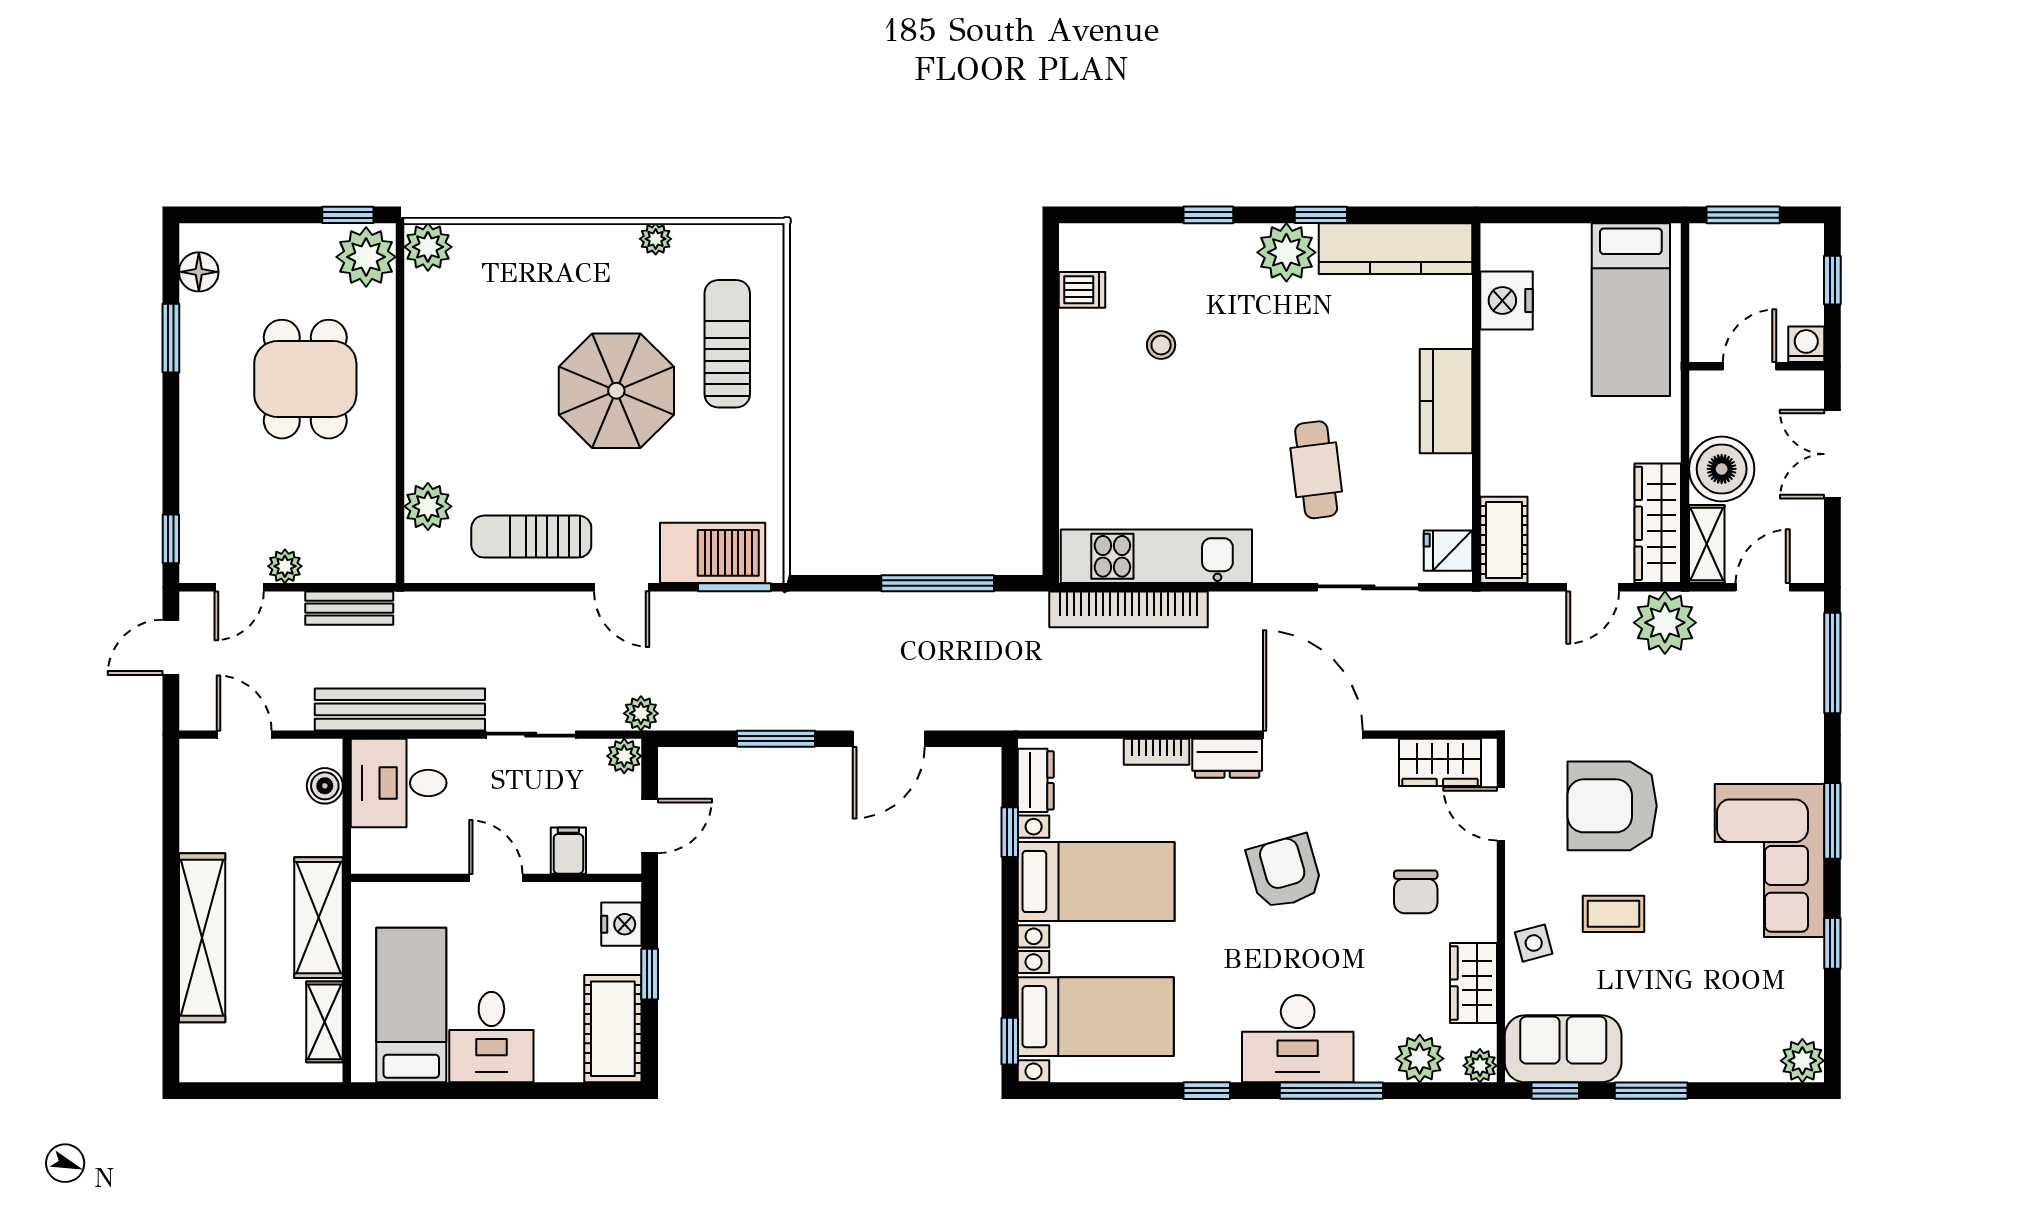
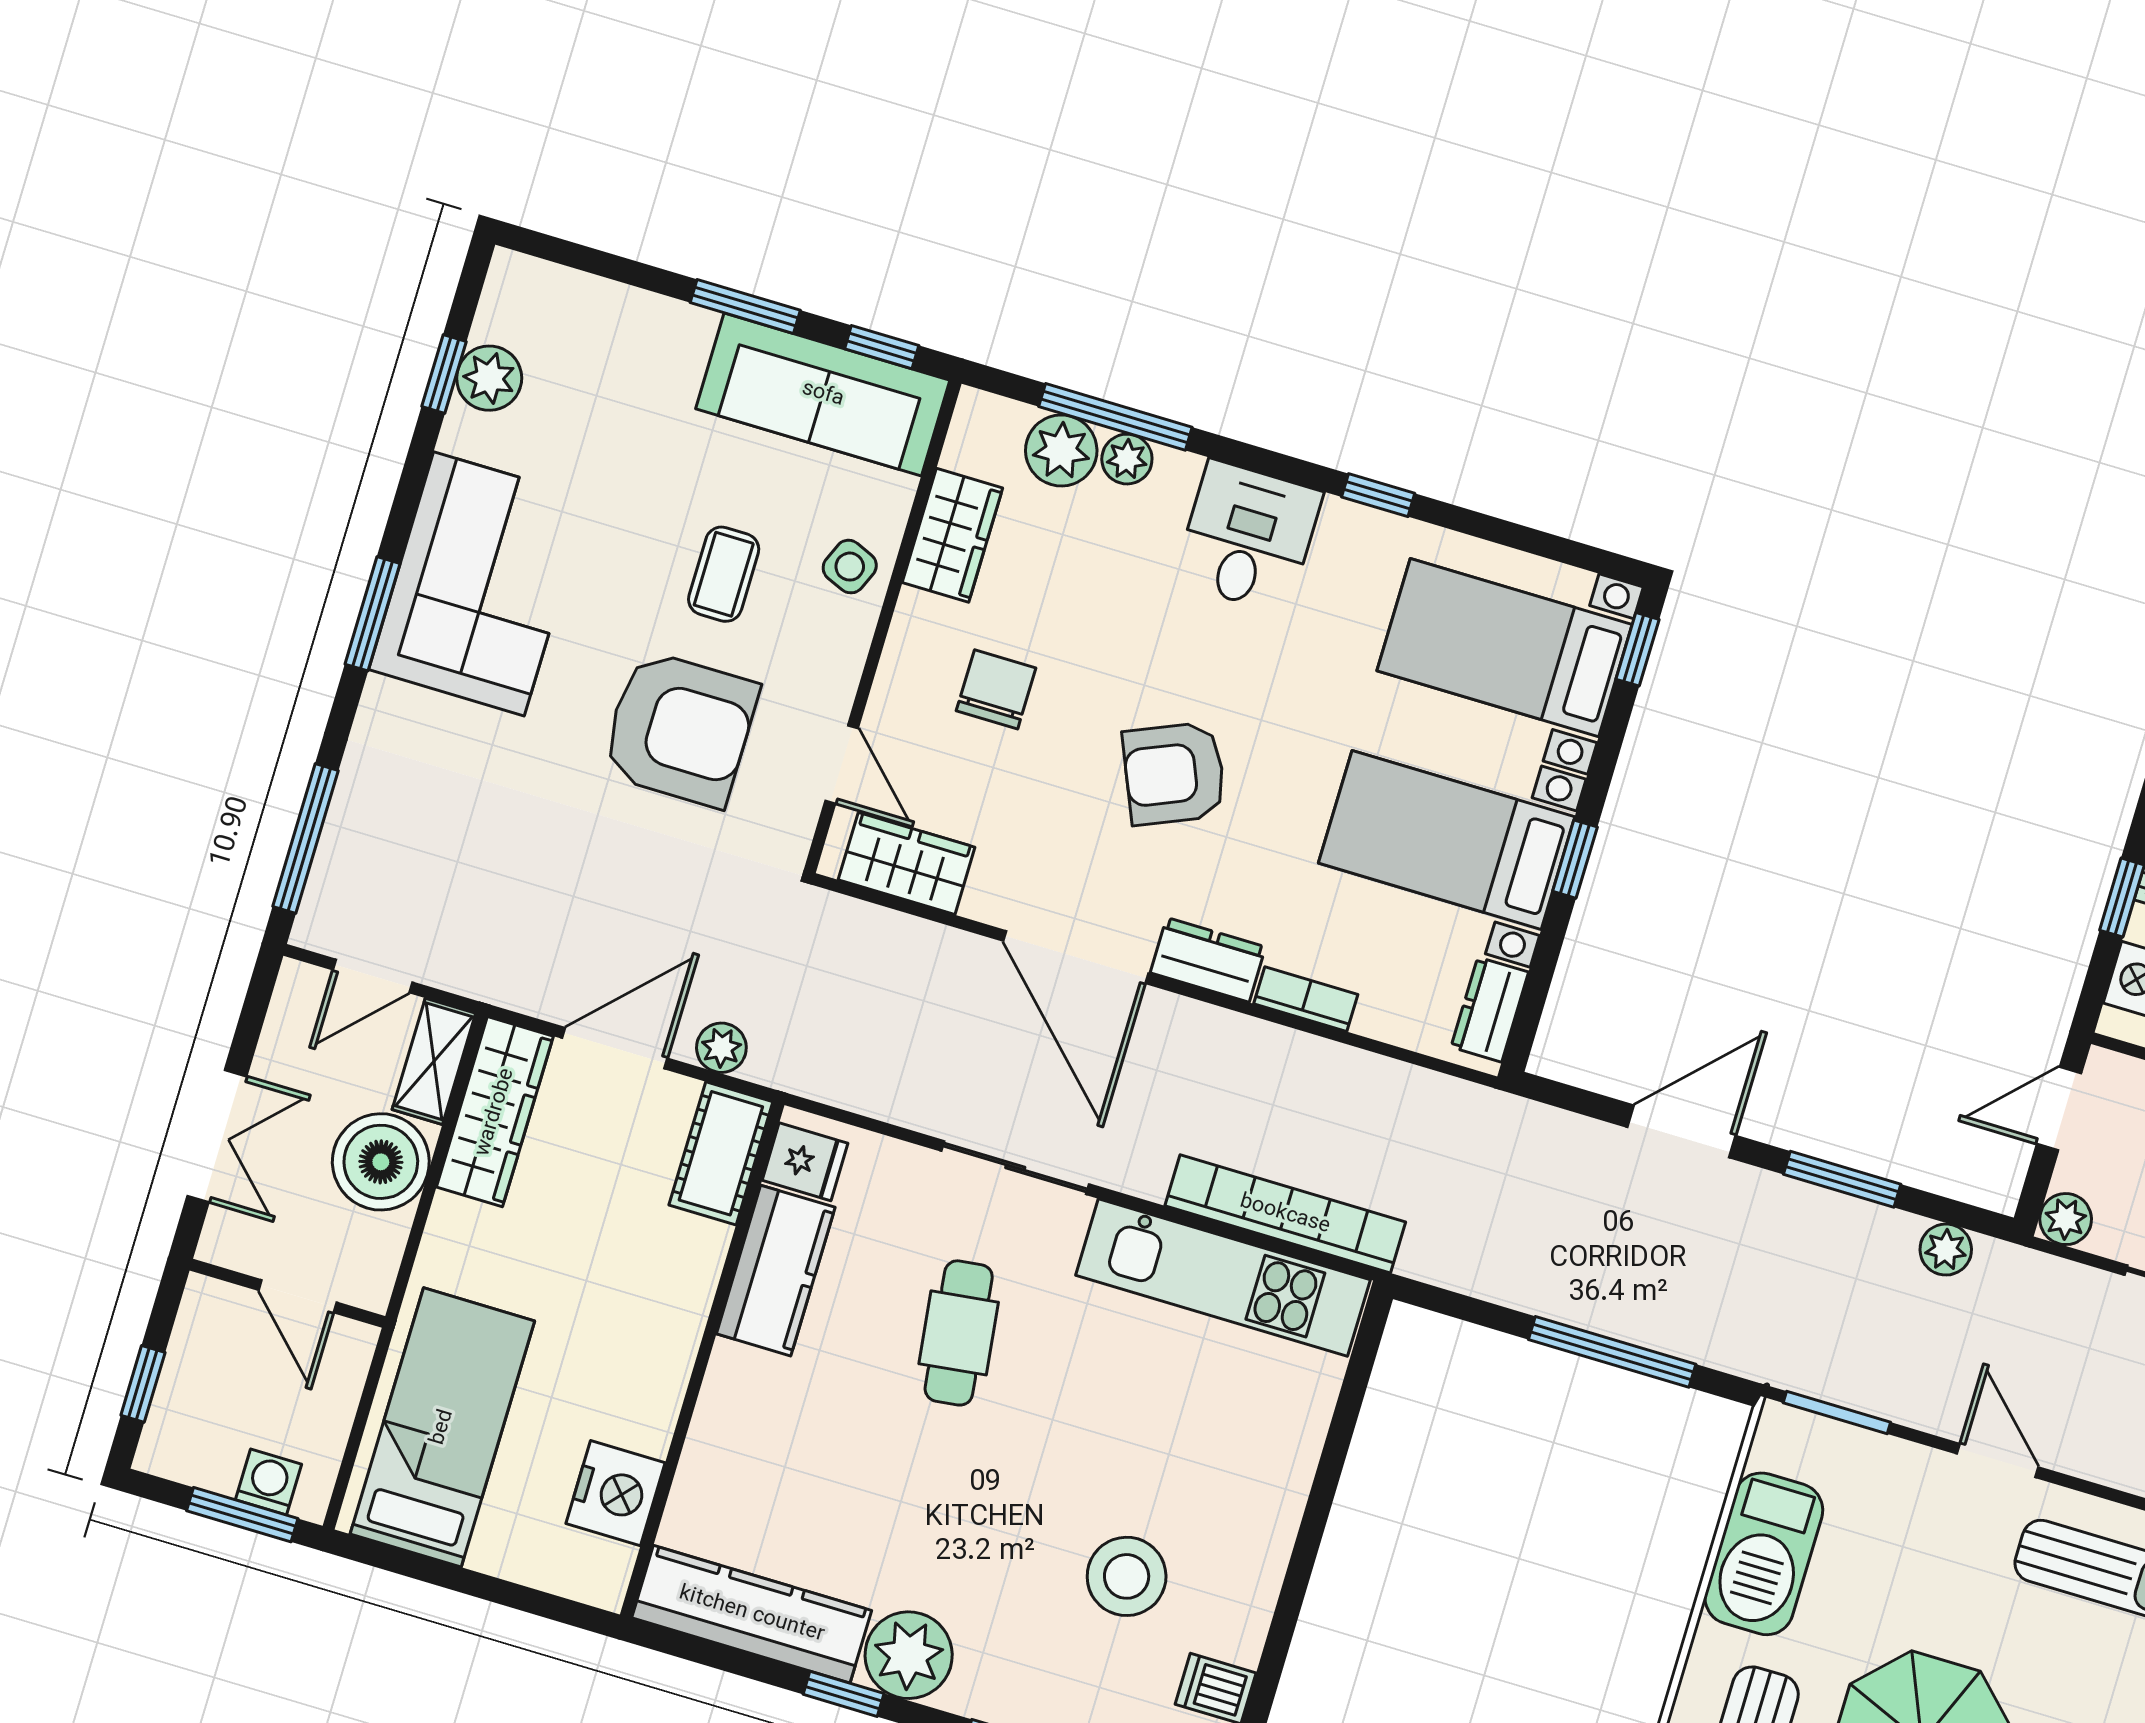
washing machine: (1806, 344) -> (269, 1482), moved, turned 180
stool: (1161, 345) -> (1127, 1576), width x1.89, depth x1.89
door: (1749, 366) -> (298, 1296), hinge flipped
kitchen counter: (1446, 401) -> (776, 1271), moved
barbecue: (713, 553) -> (1764, 1554), moved, turned -90
window: (938, 583) -> (1612, 1352), moved
sliding door: (1368, 587) -> (1015, 1168), moved
door: (1593, 587) -> (615, 1048), width x1.38
plant: (1665, 623) -> (721, 1048), moved, width x0.53, depth x0.53
plant: (641, 713) -> (1946, 1250), moved
window: (1010, 832) -> (1575, 859), moved
armchair: (1285, 872) -> (1174, 774), turned 83
coffee table: (1614, 914) -> (724, 574), turned 90
side table: (1534, 943) -> (850, 567), turned 38
window: (1832, 943) -> (444, 374), moved
desk: (1298, 1039) -> (1248, 537), width x0.73
sofa: (1563, 1049) -> (823, 394), width x1.36
plant: (1802, 1061) -> (489, 378), moved
plant: (1480, 1066) -> (1127, 459), moved
window: (1331, 1091) -> (1115, 417), moved

